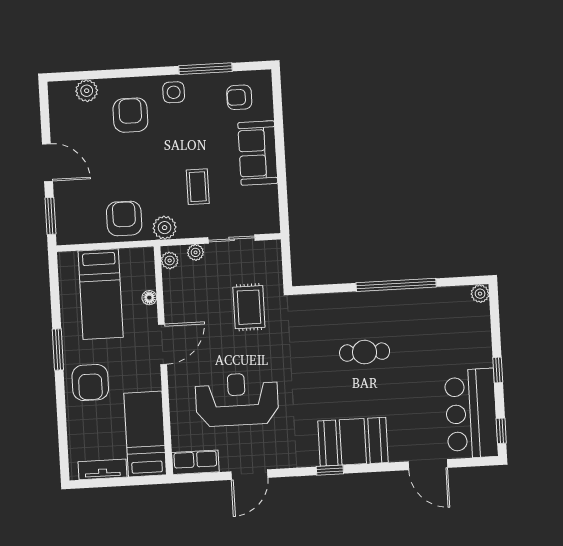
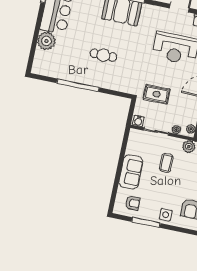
water cooler: (269, 250) -> (138, 121), added
plant: (480, 294) -> (46, 41), moved, width x1.88, depth x1.88
rug: (249, 307) -> (157, 94), turned 90
window: (498, 370) -> (38, 28), removed

